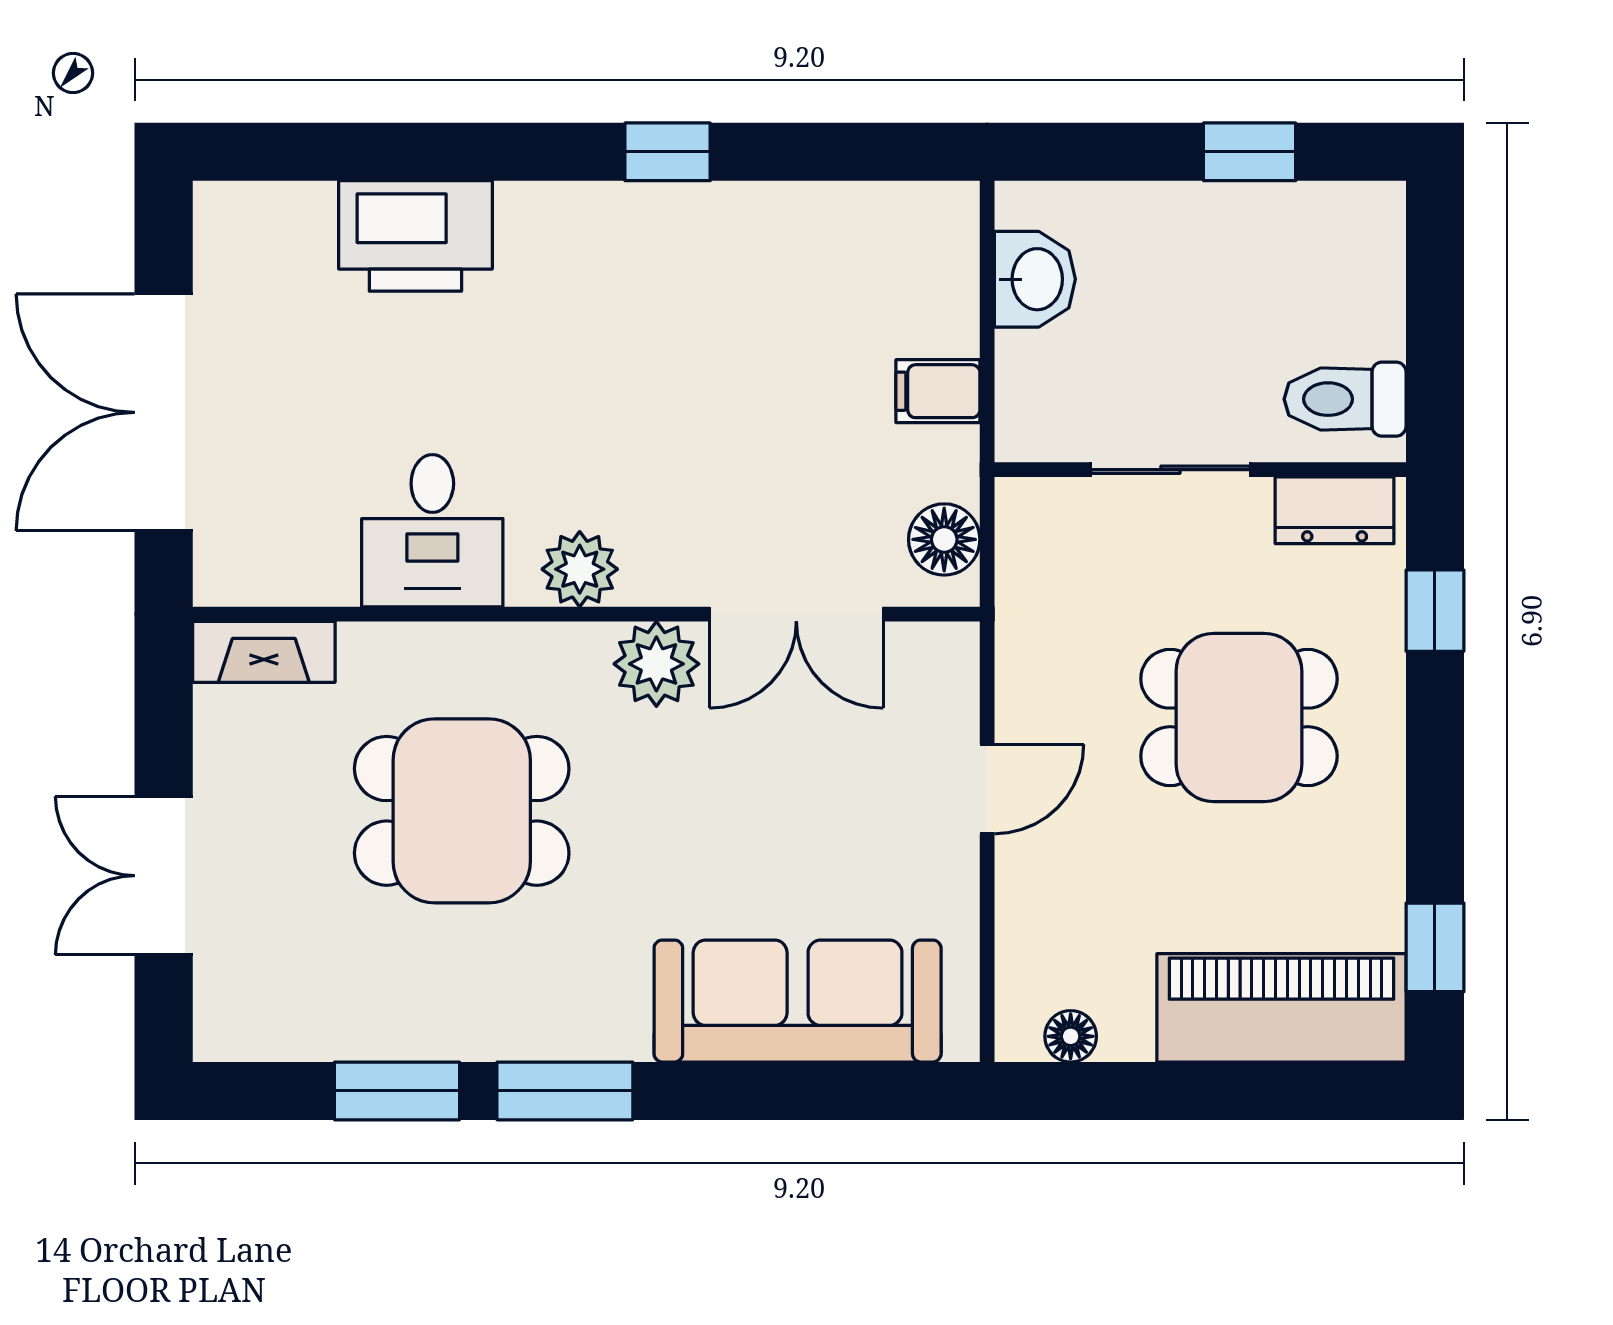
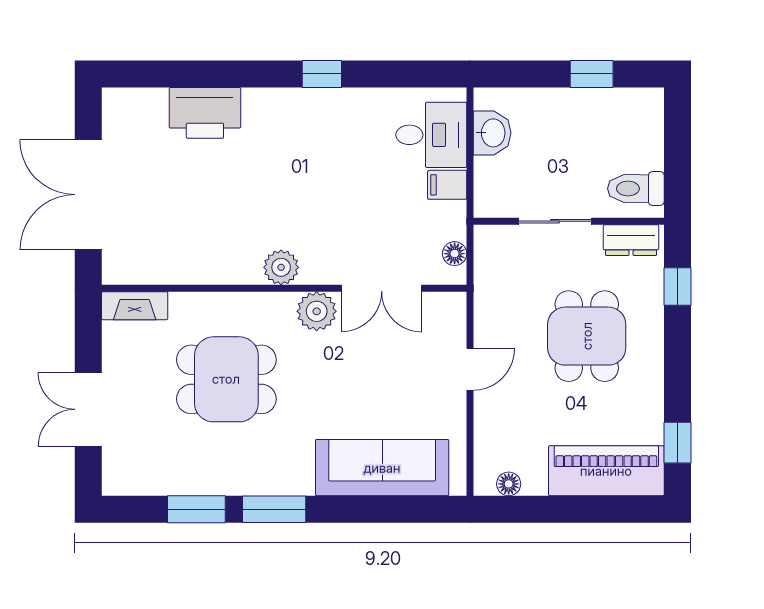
desk: (432, 531) -> (431, 135), moved, turned -90
floor lamp: (944, 539) -> (455, 254), width x0.73, depth x0.73
dining table: (1239, 717) -> (587, 336), turned 90

